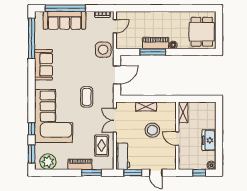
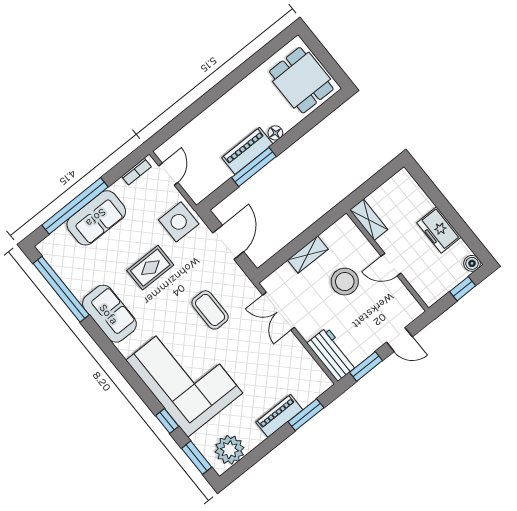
sofa: (65, 20) -> (96, 218), width x0.73
rug: (102, 146) -> (150, 268), moved, turned 90

